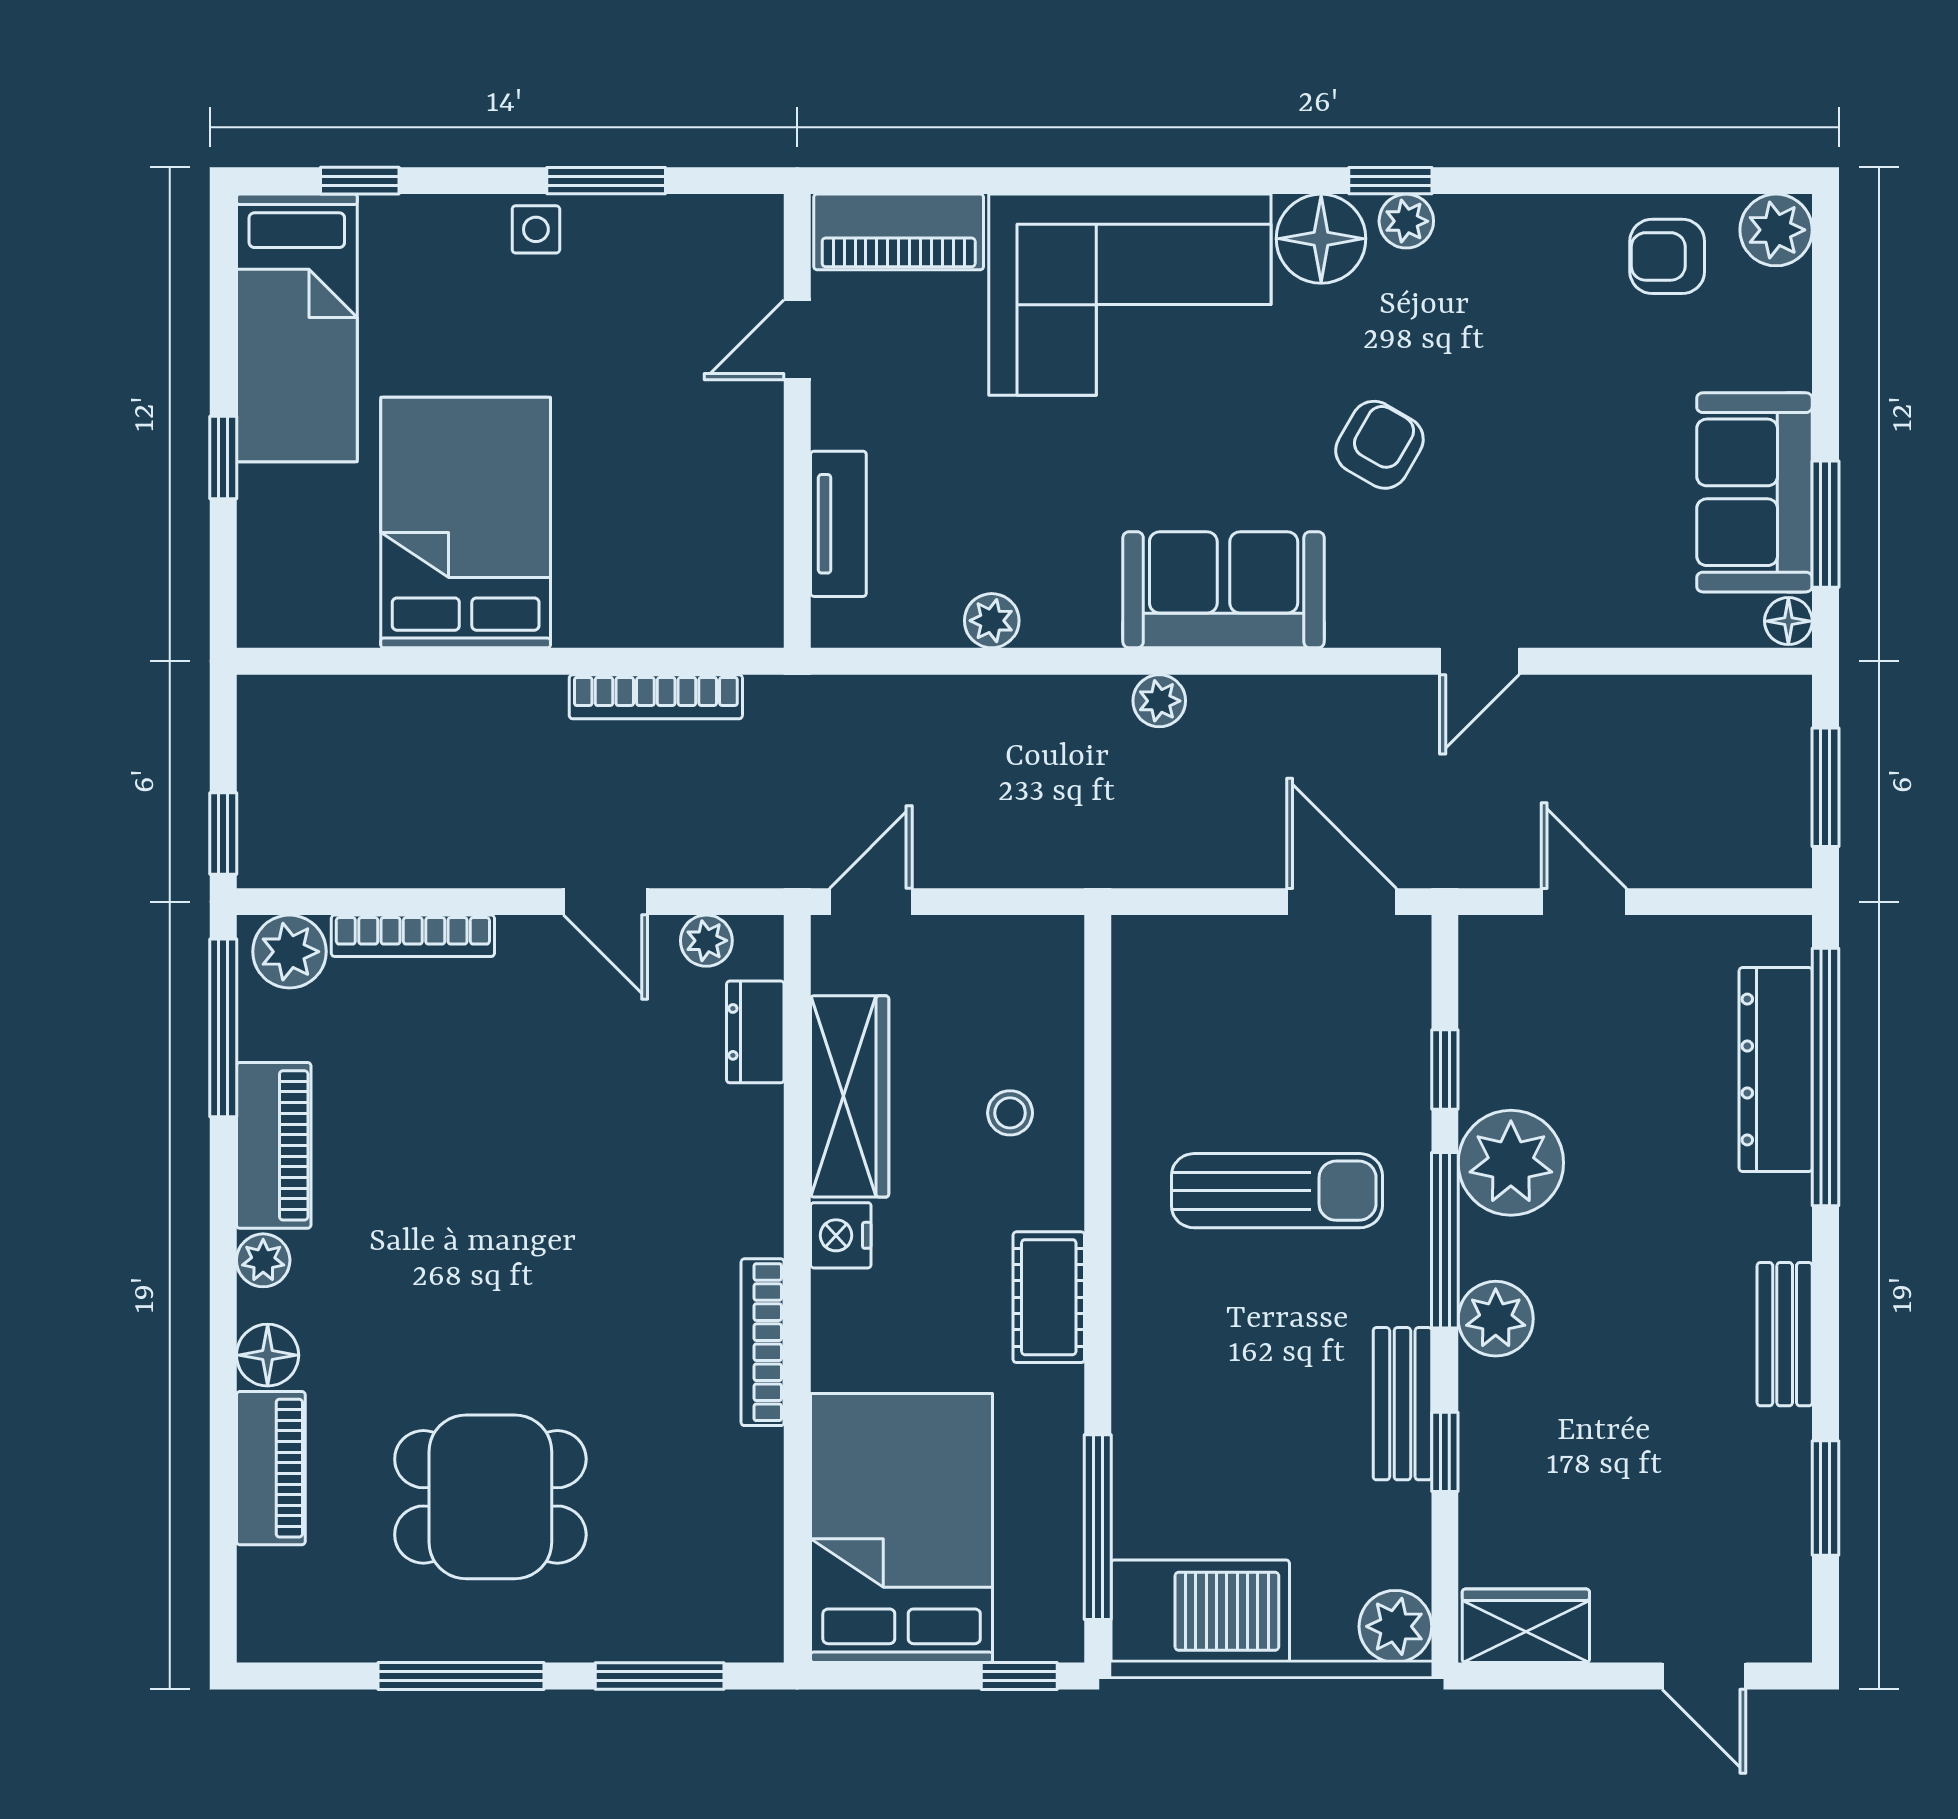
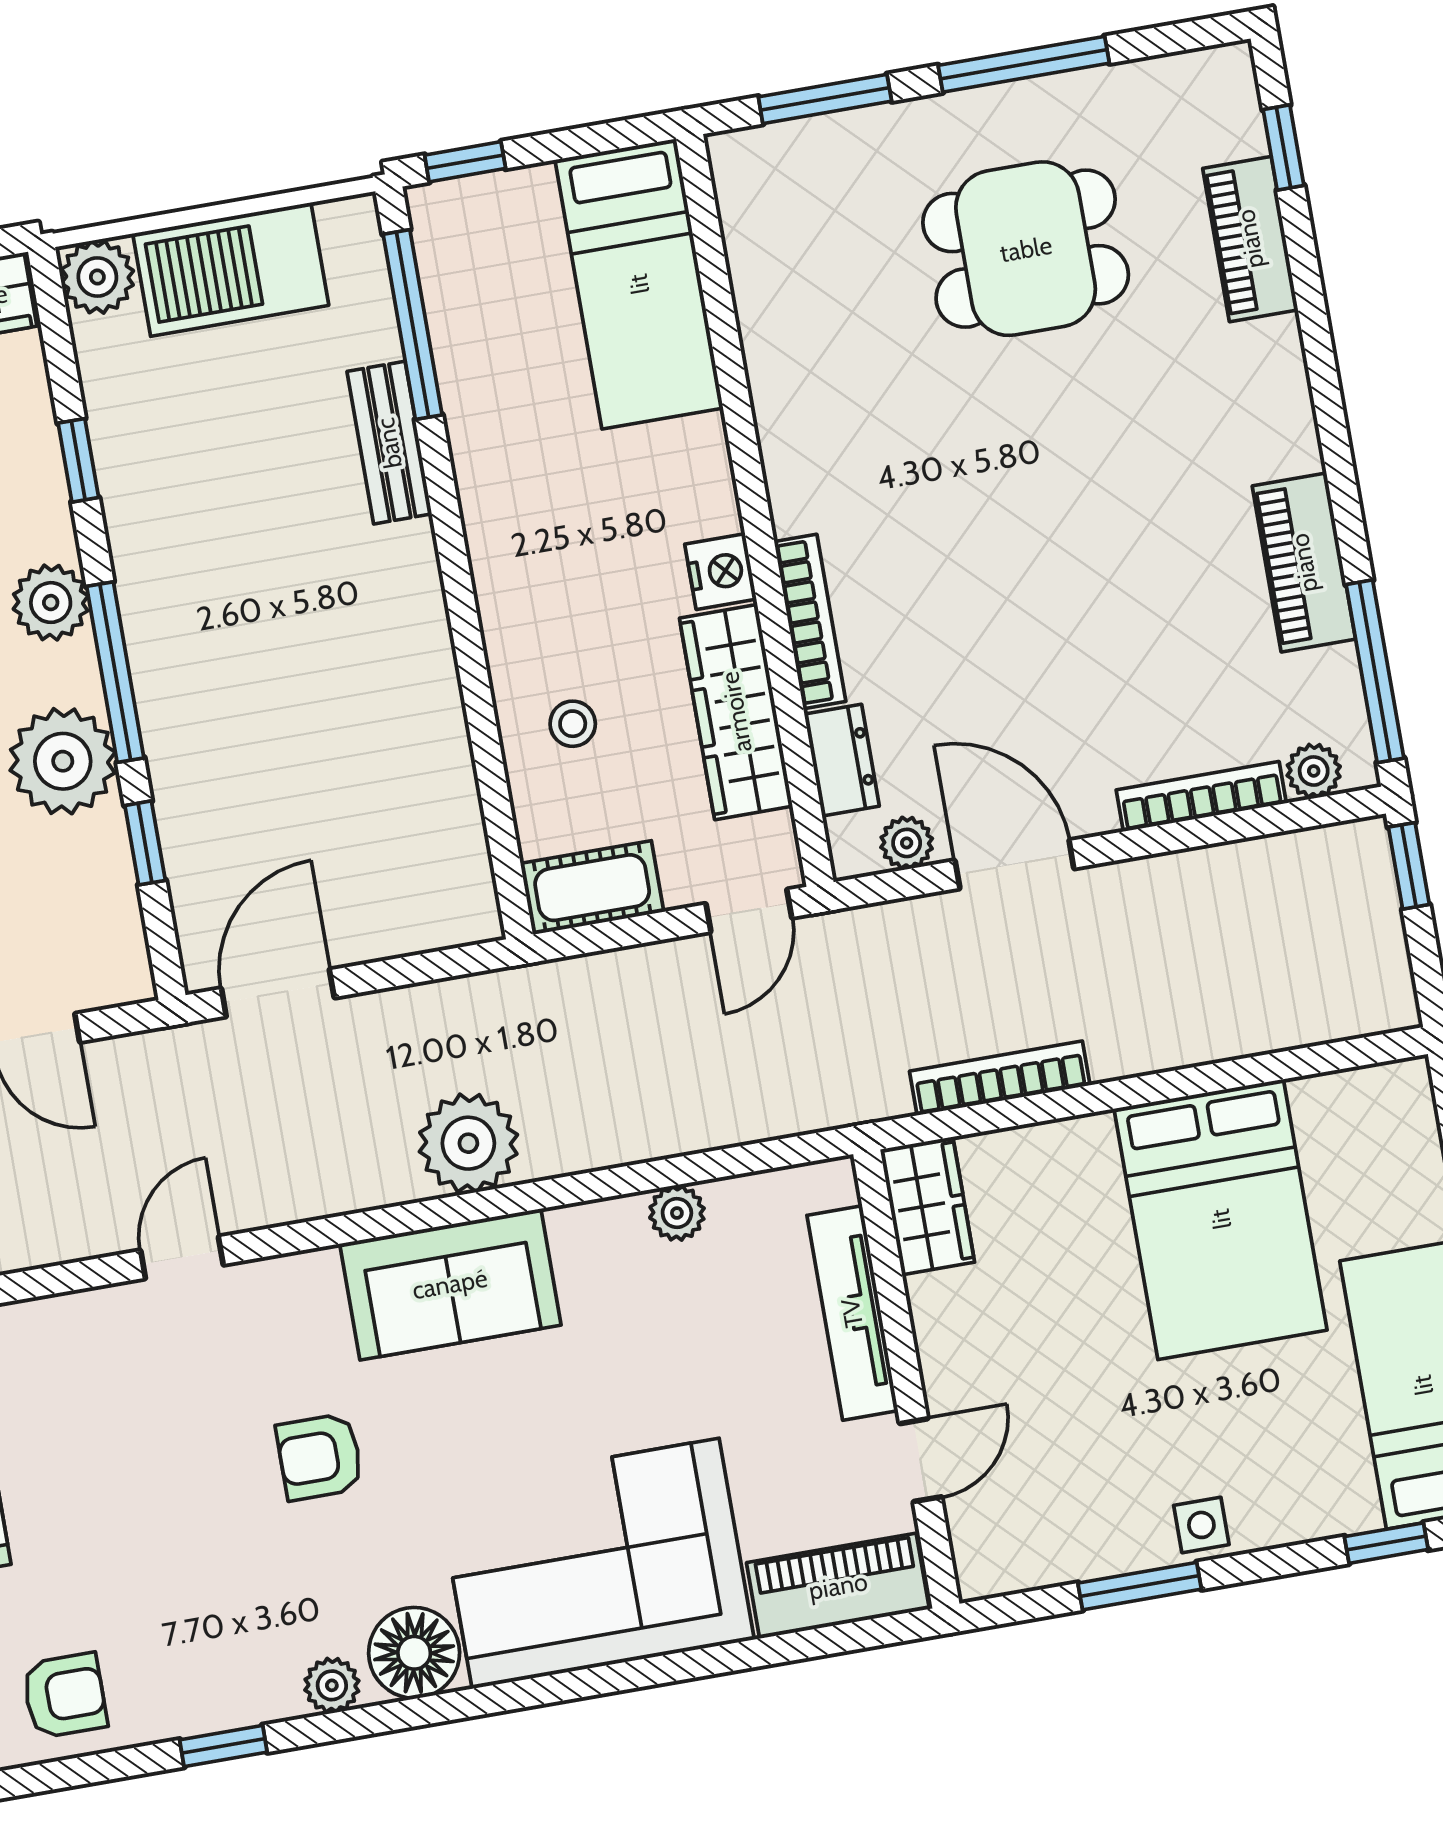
window: (1390, 181) -> (223, 1746), moved
armchair: (1379, 445) -> (320, 1457), turned 60
tv unit: (838, 524) -> (852, 1313), width x1.41
wardrobe: (748, 585) -> (927, 1206), added
plant: (1159, 701) -> (468, 1143), width x1.88, depth x1.88
door: (605, 902) -> (1014, 864), width x1.38
door: (1342, 902) -> (278, 993), swing flipped
plant: (289, 952) -> (1314, 771), width x0.73, depth x0.73
sun lounger: (1277, 1191) -> (292, 692), removed
plant: (263, 1260) -> (1294, 446), removed
cot: (1049, 1297) -> (592, 888), moved, turned 90
bookcase: (763, 1342) -> (810, 622), moved
floor lamp: (268, 1355) -> (1273, 352), removed
bench: (1402, 1404) -> (389, 443), moved
bed: (902, 1528) -> (639, 284), width x0.67
window: (223, 1551) -> (1283, 147), added
barbecue: (1200, 1611) -> (231, 269), moved

